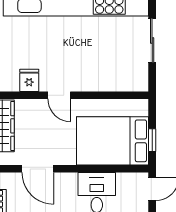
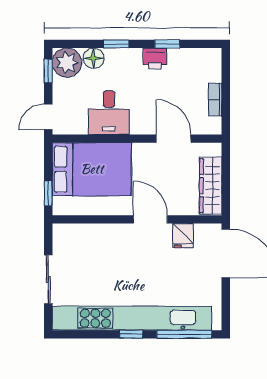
door: (59, 95) -> (150, 219), width x1.38
window: (152, 140) -> (48, 193), moved

